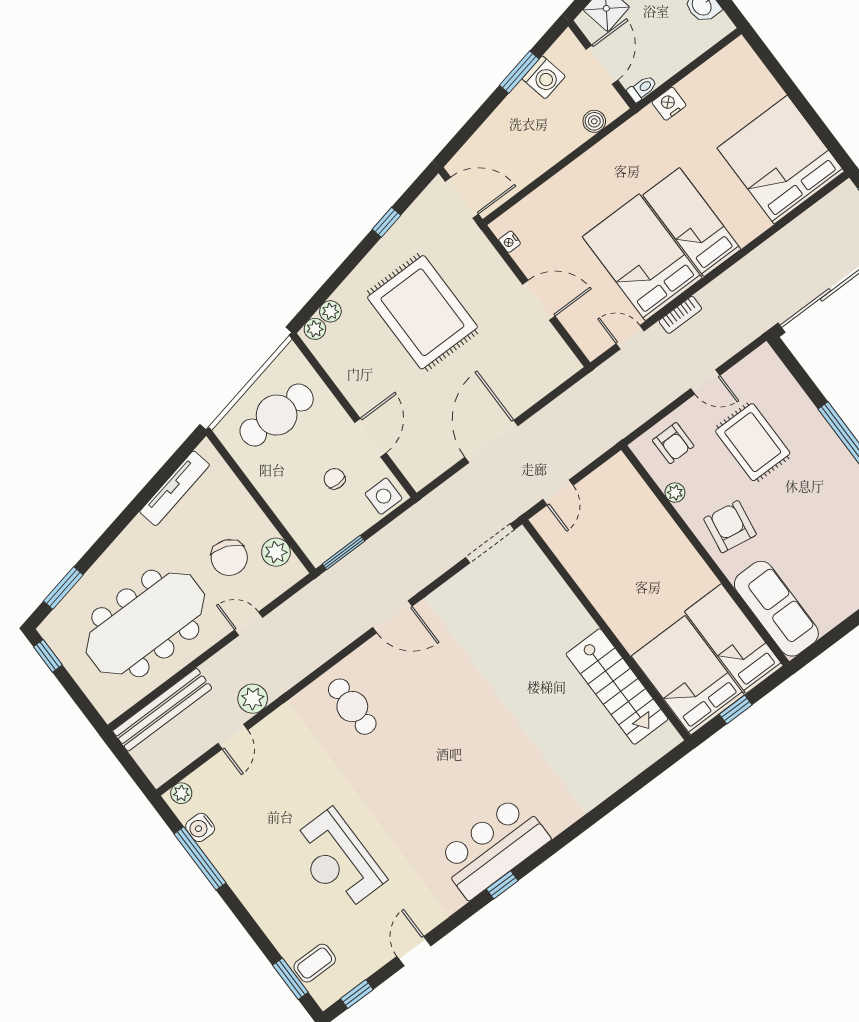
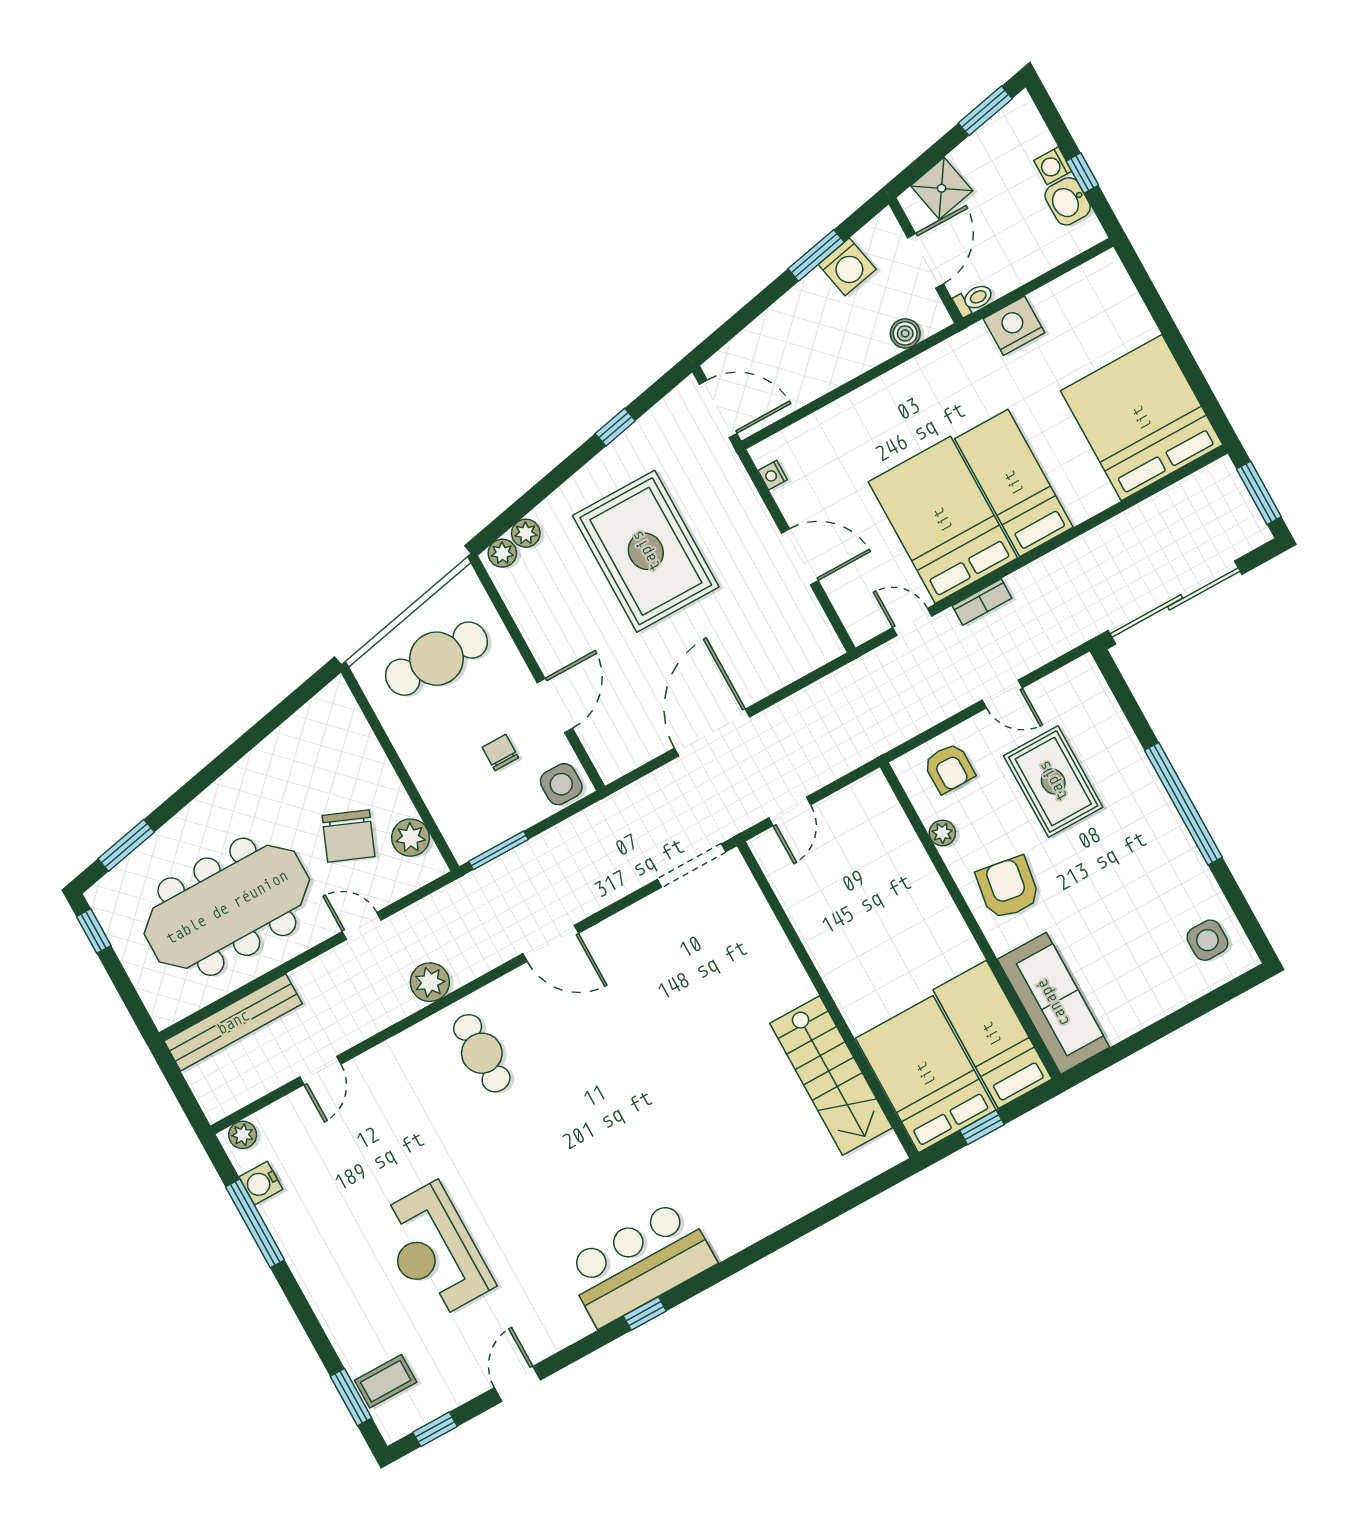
nightstand: (669, 104) -> (1014, 326), width x1.36, depth x1.33
tv unit: (175, 488) -> (290, 736), removed
plant: (253, 699) -> (430, 982), moved

